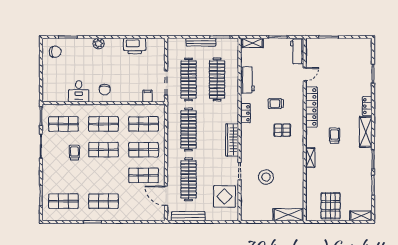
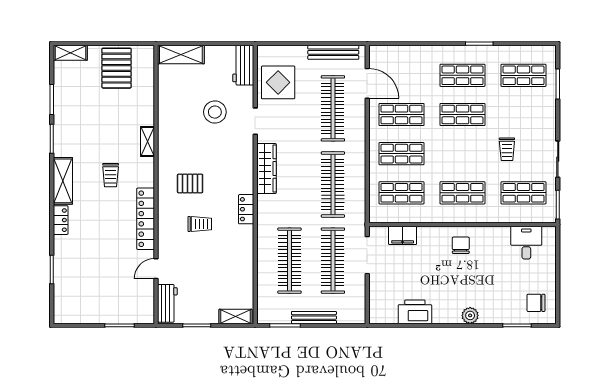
workbench: (247, 80) -> (243, 65), moved
desk: (79, 91) -> (526, 243), moved
filing cabinet: (147, 96) -> (403, 235), width x2.00
shop shelf: (103, 150) -> (462, 114), moved

